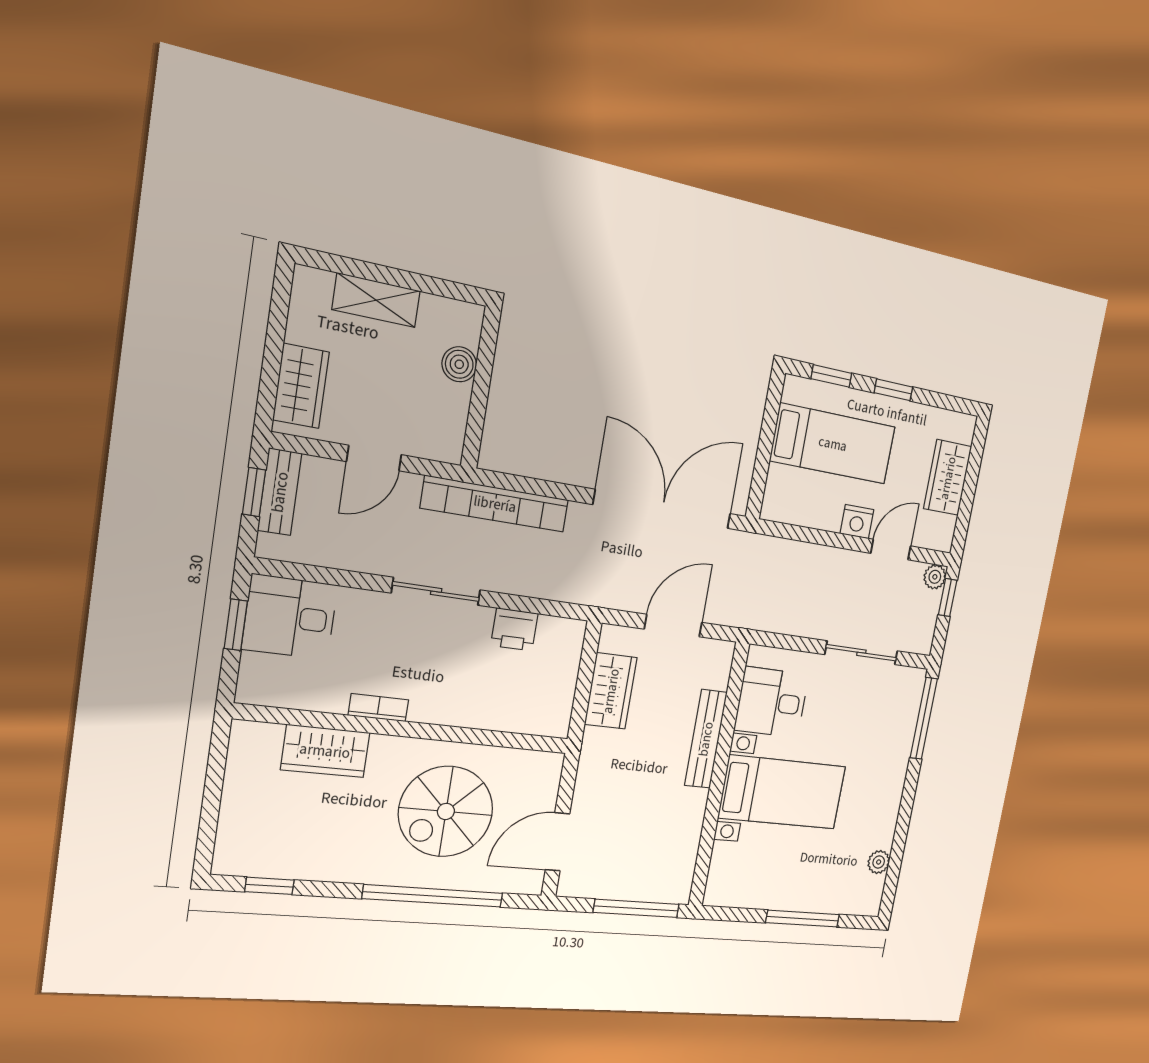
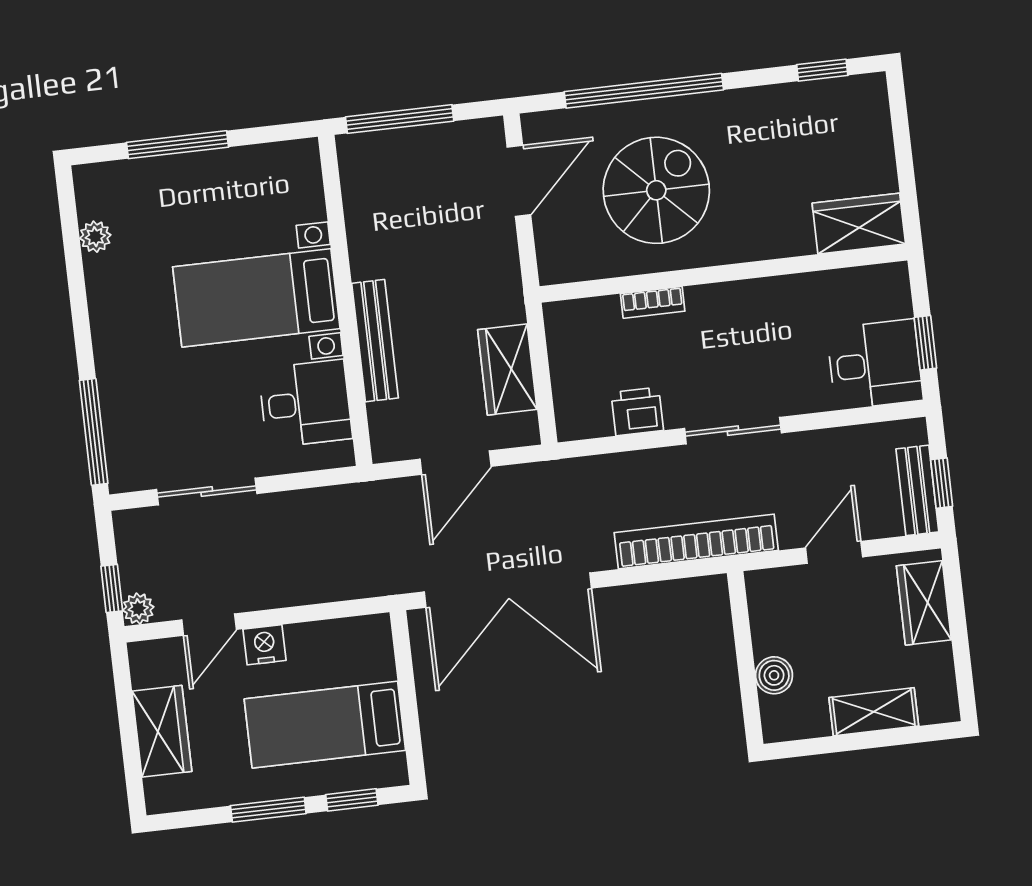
window: (893, 390) -> (268, 810), width x1.50
bookcase: (378, 708) -> (653, 302), moved
wardrobe: (325, 751) -> (859, 224), moved

